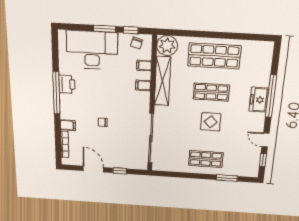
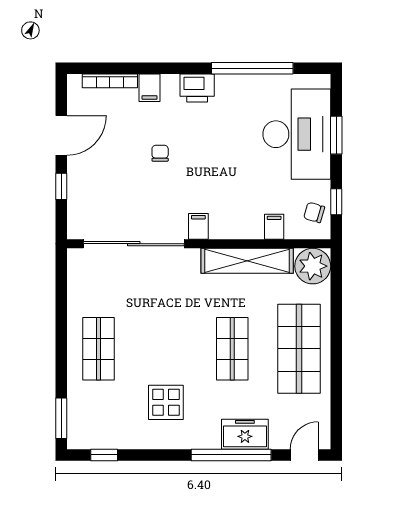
window: (105, 29) -> (336, 135), moved
printer: (67, 84) -> (197, 88), moved
filing cabinet: (143, 85) -> (198, 226), moved
window: (56, 93) -> (252, 68), moved
freezer: (259, 100) -> (245, 434), moved
display table: (211, 122) -> (166, 402), moved
door: (265, 140) -> (304, 455), moved
window: (227, 178) -> (61, 418), moved

